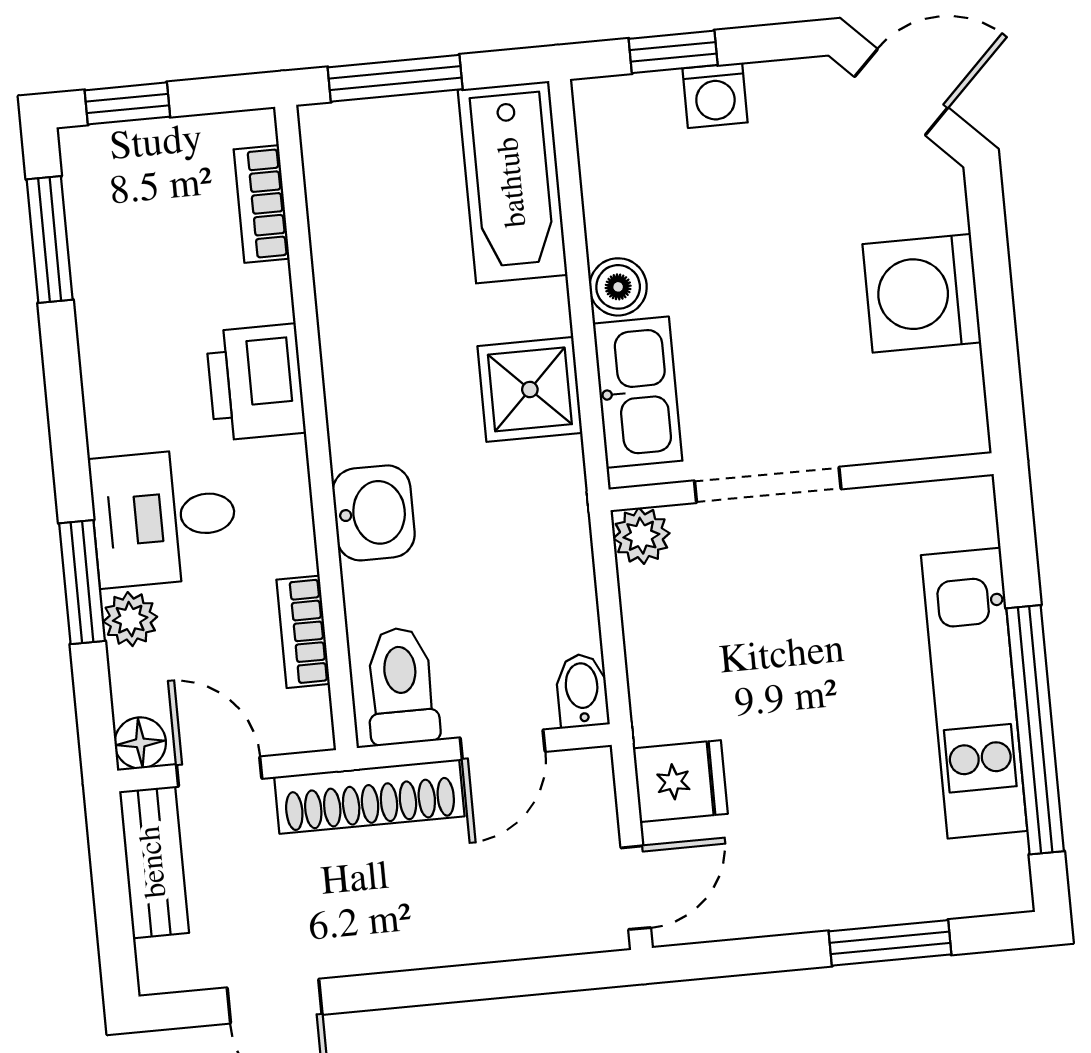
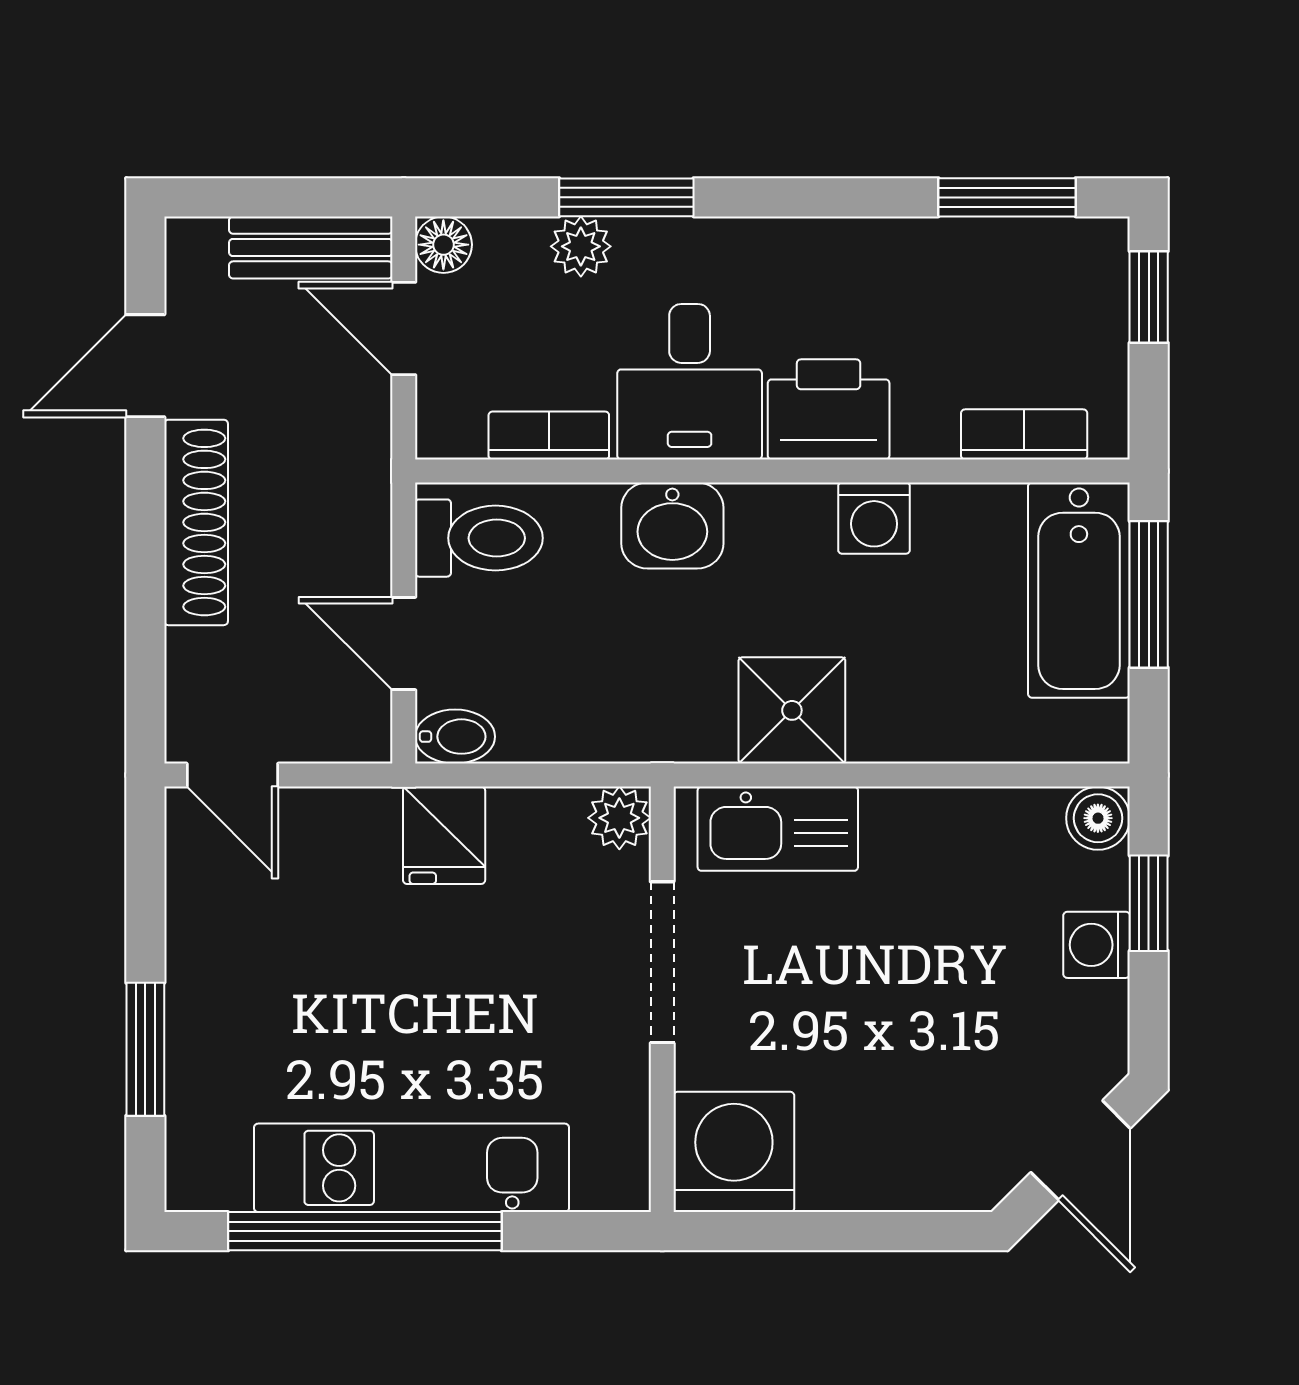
bathtub: (513, 182) -> (1079, 590), moved, turned -90
boiler: (618, 287) -> (1098, 818), moved
washing machine: (922, 293) -> (734, 1152), moved
washing machine: (350, 332) -> (874, 518), added
desk: (164, 517) -> (690, 382), moved, turned 180
door: (219, 772) -> (404, 329), swing flipped
fridge: (680, 781) -> (444, 835), moved
shoe rack: (369, 797) -> (196, 522), moved, turned 180

